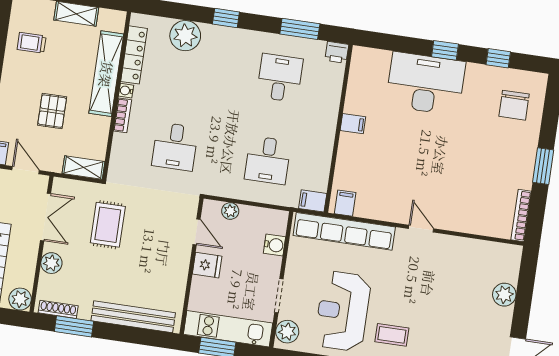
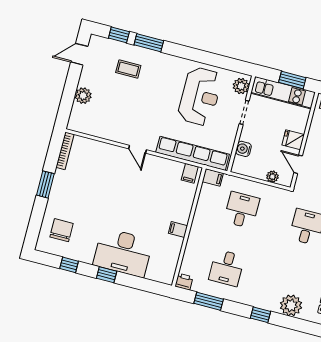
coffee table: (392, 335) -> (128, 69), moved

